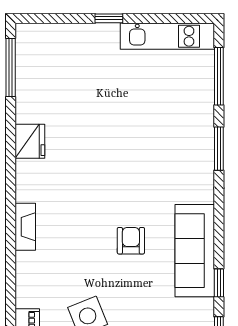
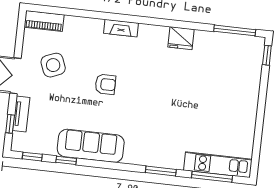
window: (109, 18) -> (267, 55), moved
kitchen unit: (167, 36) -> (218, 165), moved, turned 90
armchair: (131, 241) -> (105, 84), moved

